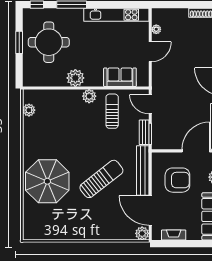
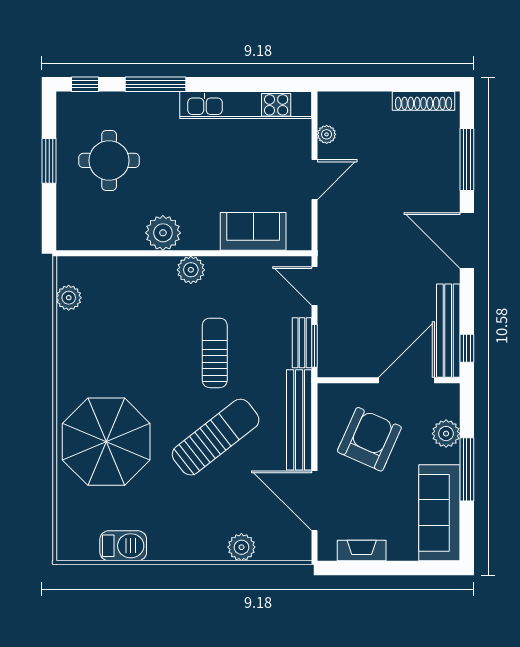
round table: (49, 42) -> (109, 160), width x0.73, depth x0.73
sun lounger: (112, 111) -> (215, 353), moved
armchair: (177, 180) -> (369, 439), turned -66
barbecue: (56, 233) -> (123, 546), added
plant: (142, 233) -> (241, 547), moved

